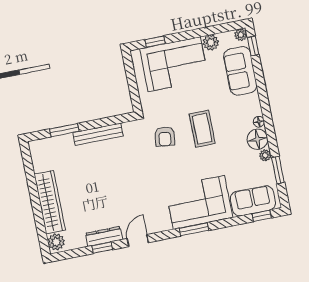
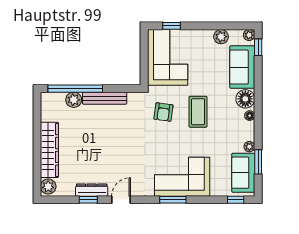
corner sofa: (174, 64) -> (168, 57), moved, turned -90
window: (64, 130) -> (75, 89), width x2.11
floor lamp: (257, 139) -> (245, 99), moved
plant: (65, 143) -> (74, 100), added
sofa: (253, 201) -> (243, 173), moved, turned -90

